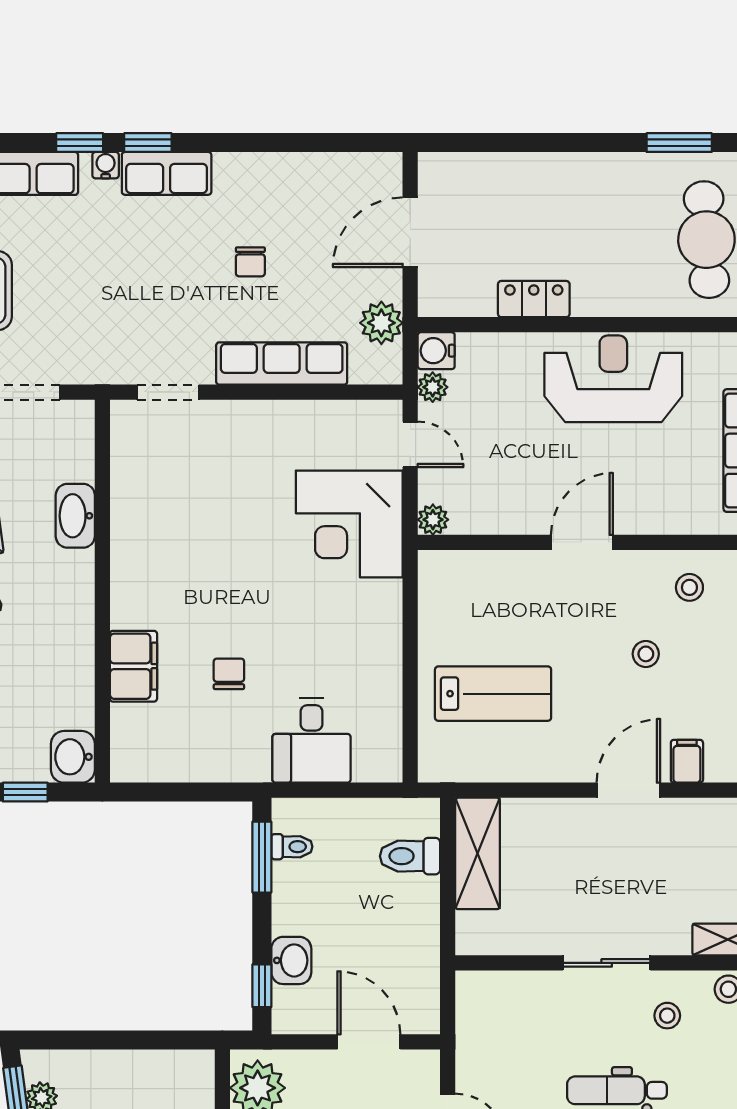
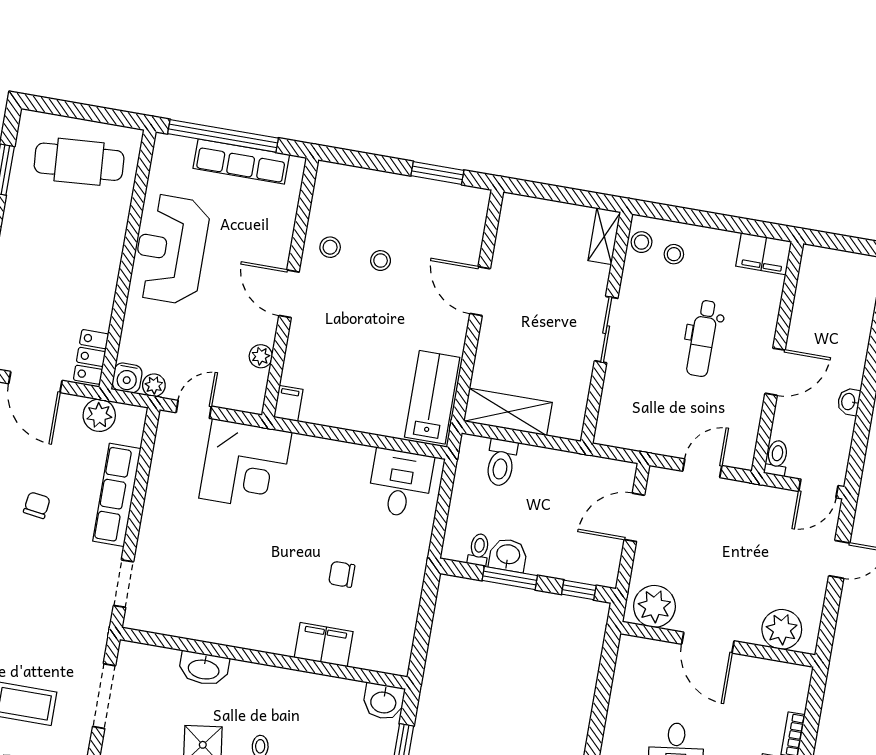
chair: (250, 262) -> (37, 505), turned -82
locker: (534, 299) -> (91, 357), moved
plant: (433, 520) -> (261, 356), moved
stool: (689, 587) -> (330, 247), moved
lab bench: (493, 694) -> (432, 397), moved
desk: (312, 741) -> (400, 483), moved, turned -90
filing cabinet: (687, 761) -> (288, 403), moved, turned 90
window: (262, 857) -> (510, 578), moved
washbasin: (291, 960) -> (508, 555), moved
stool: (667, 1016) -> (674, 254), moved

